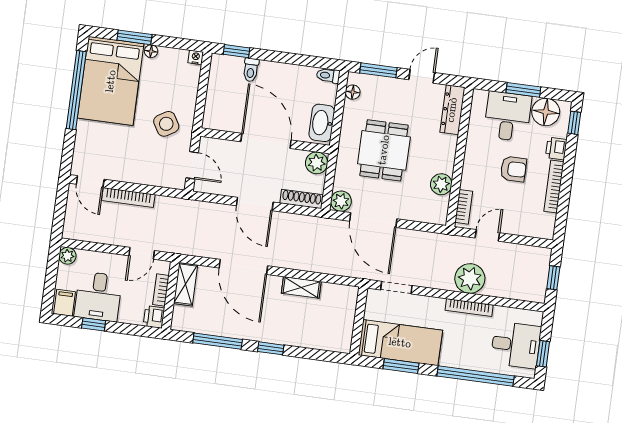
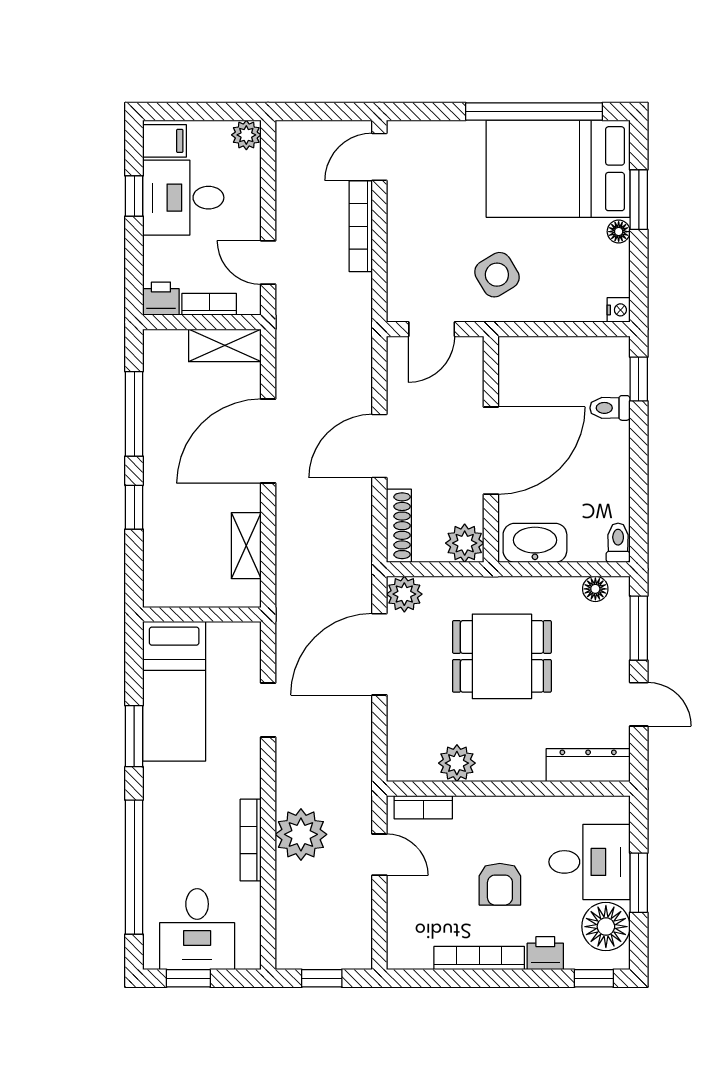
wall: (359, 321) -> (202, 614), moved
bed: (400, 343) -> (174, 691), moved

